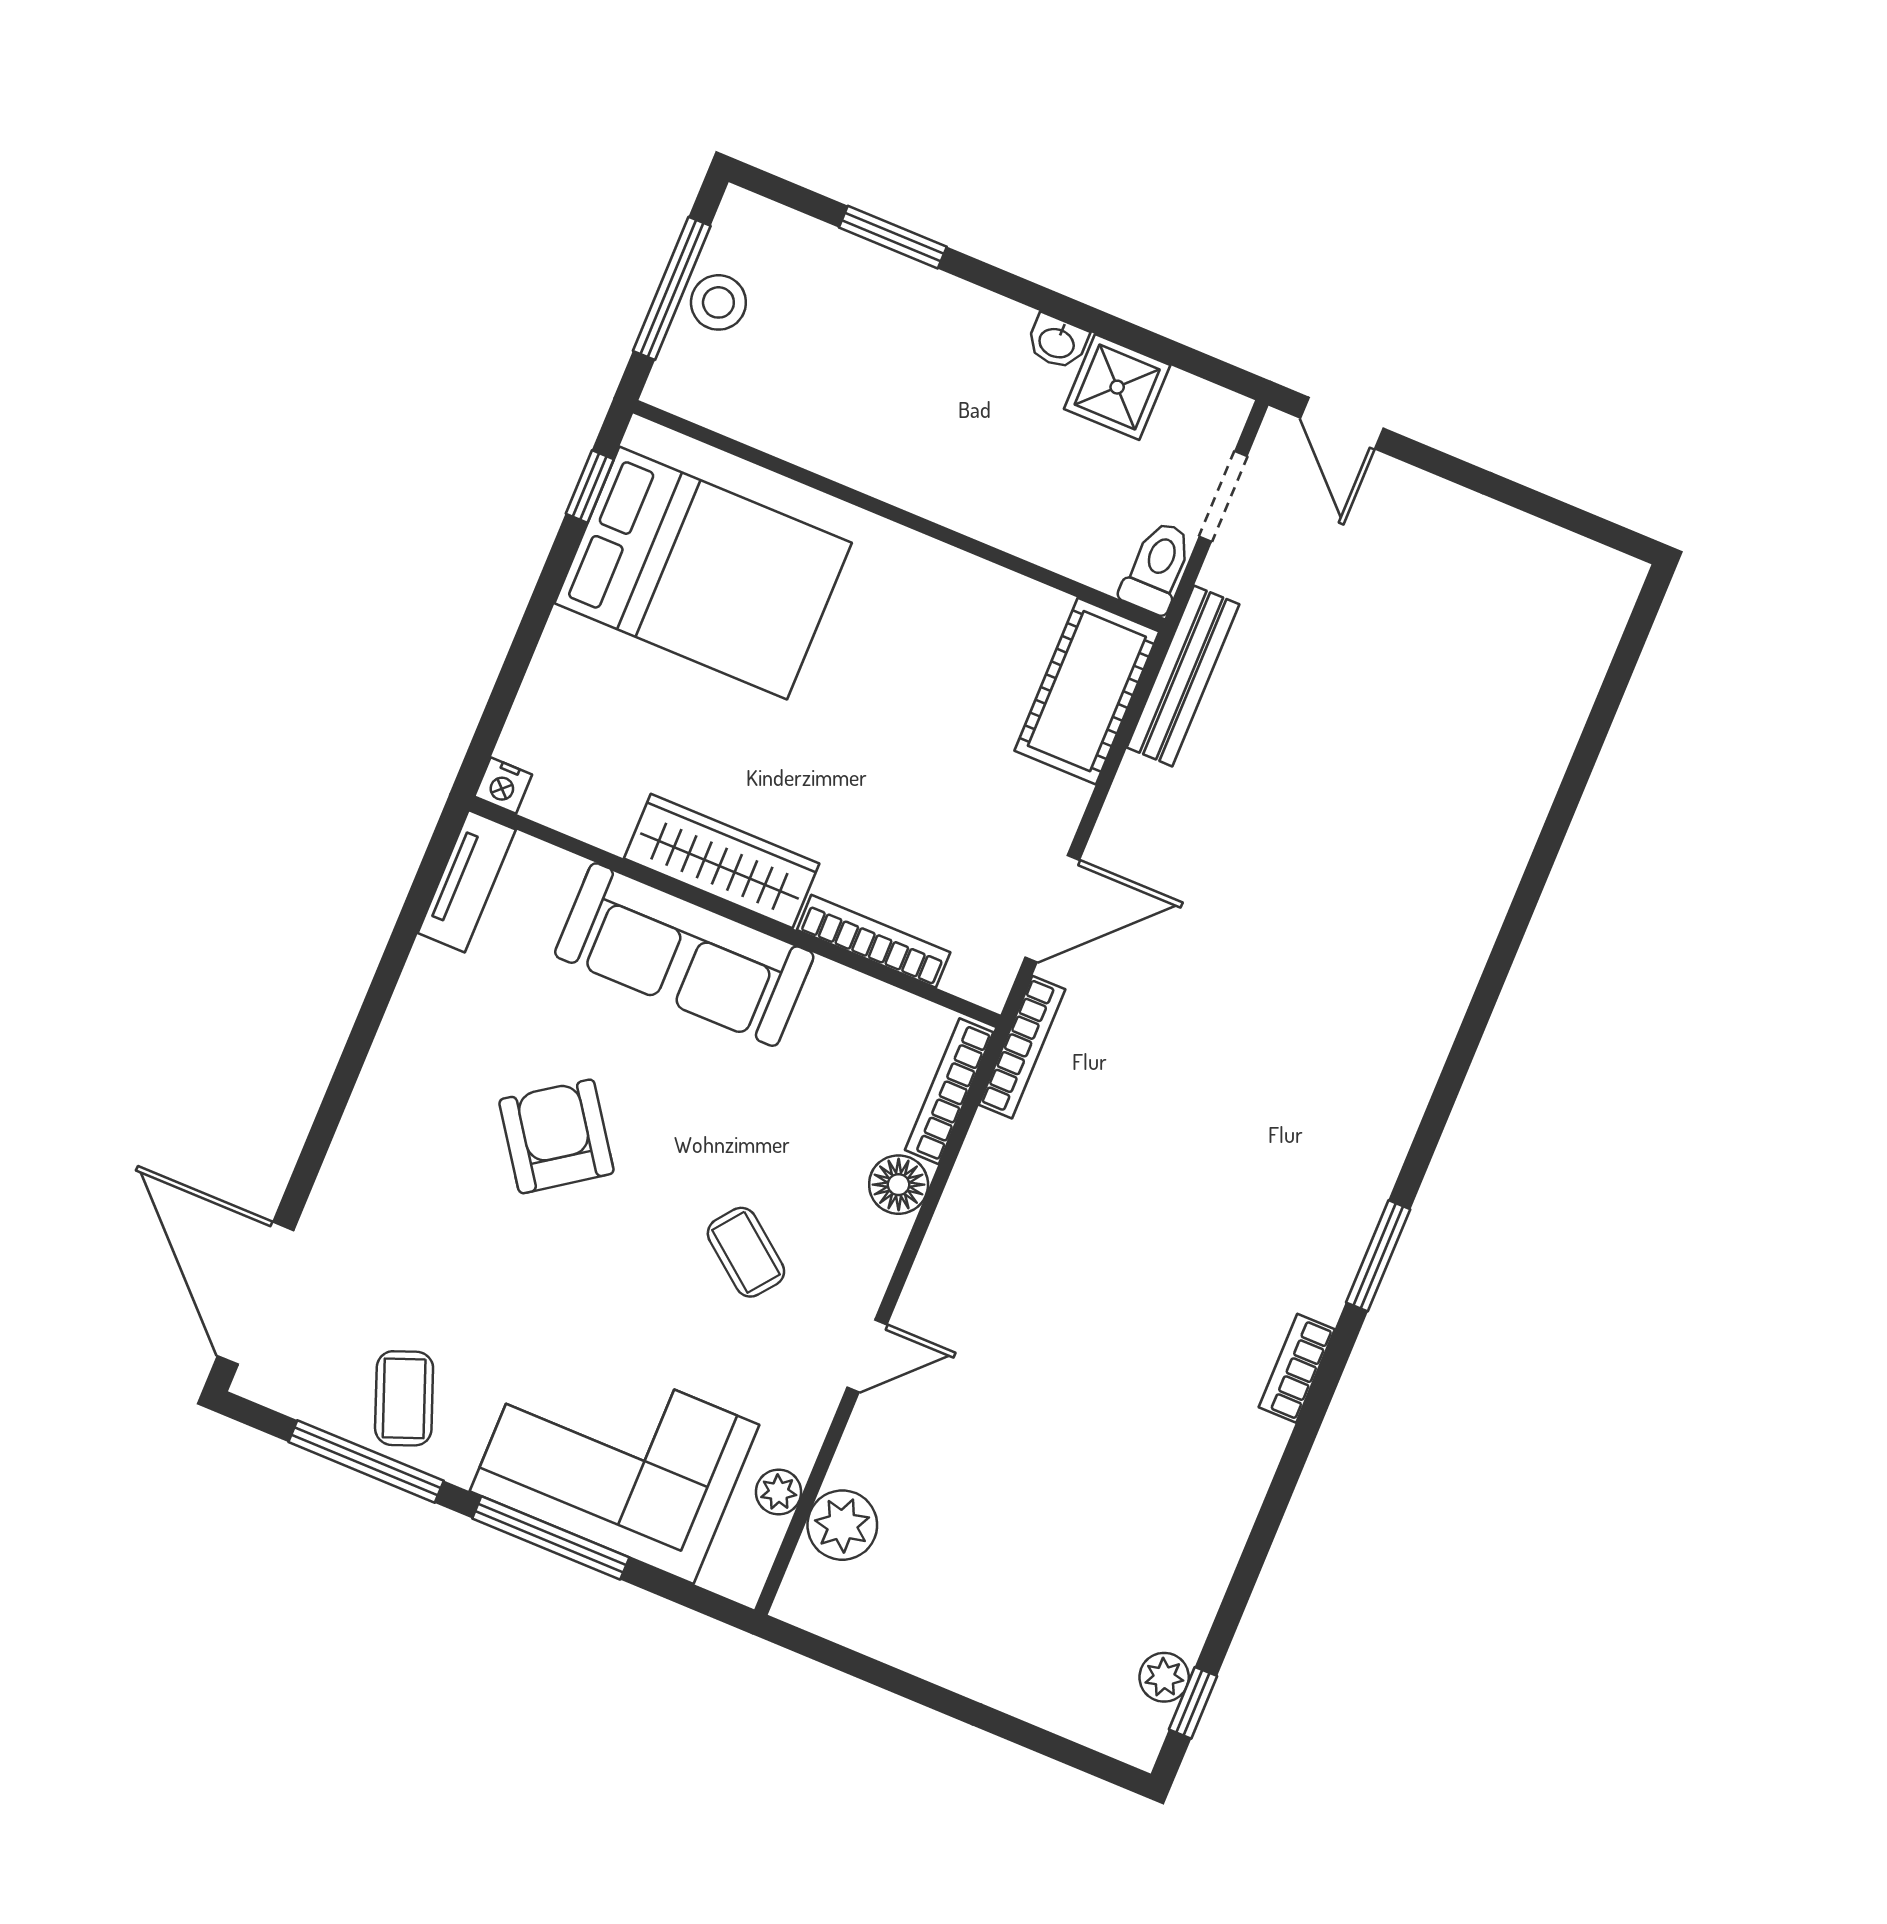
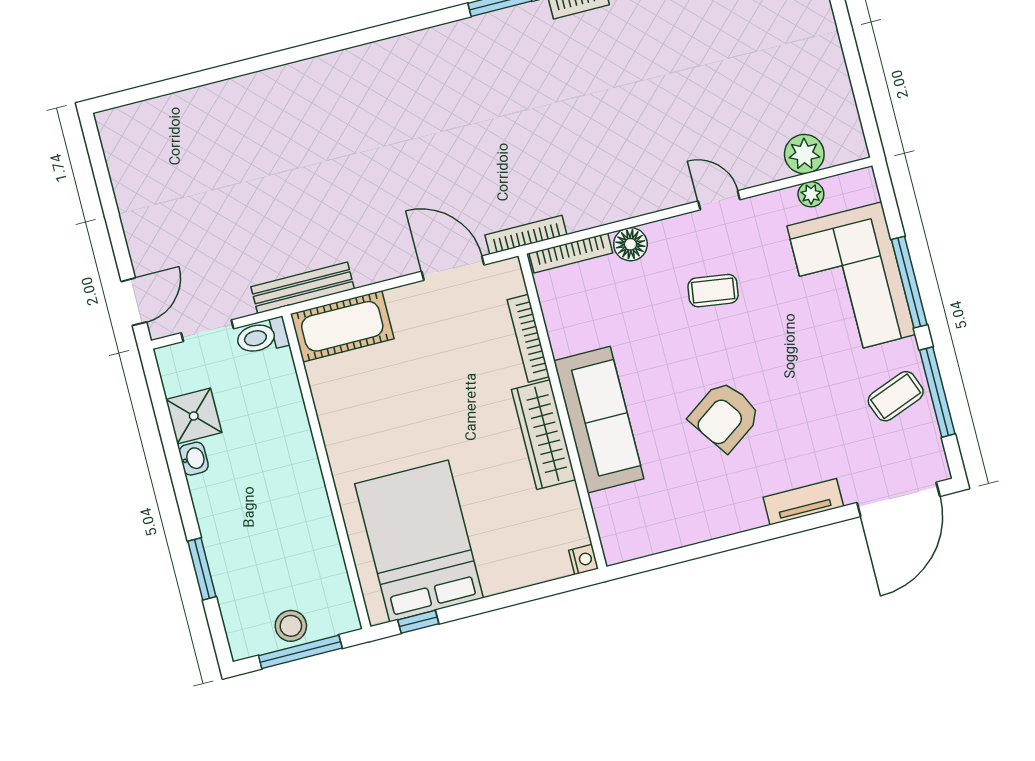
tv unit: (467, 881) -> (803, 502), moved
coffee table: (746, 1252) -> (713, 291), turned 60

